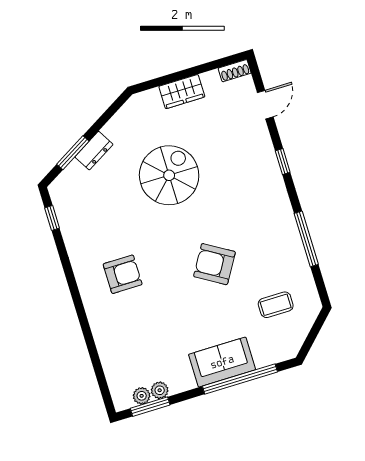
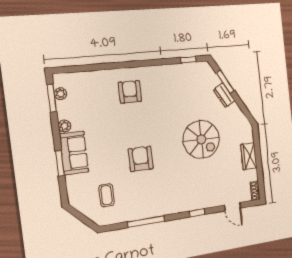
armchair: (214, 264) -> (141, 159), turned -31
armchair: (123, 274) -> (130, 92), moved, turned 180
window: (240, 379) -> (60, 163), width x0.47
plant: (160, 390) -> (64, 126), moved

